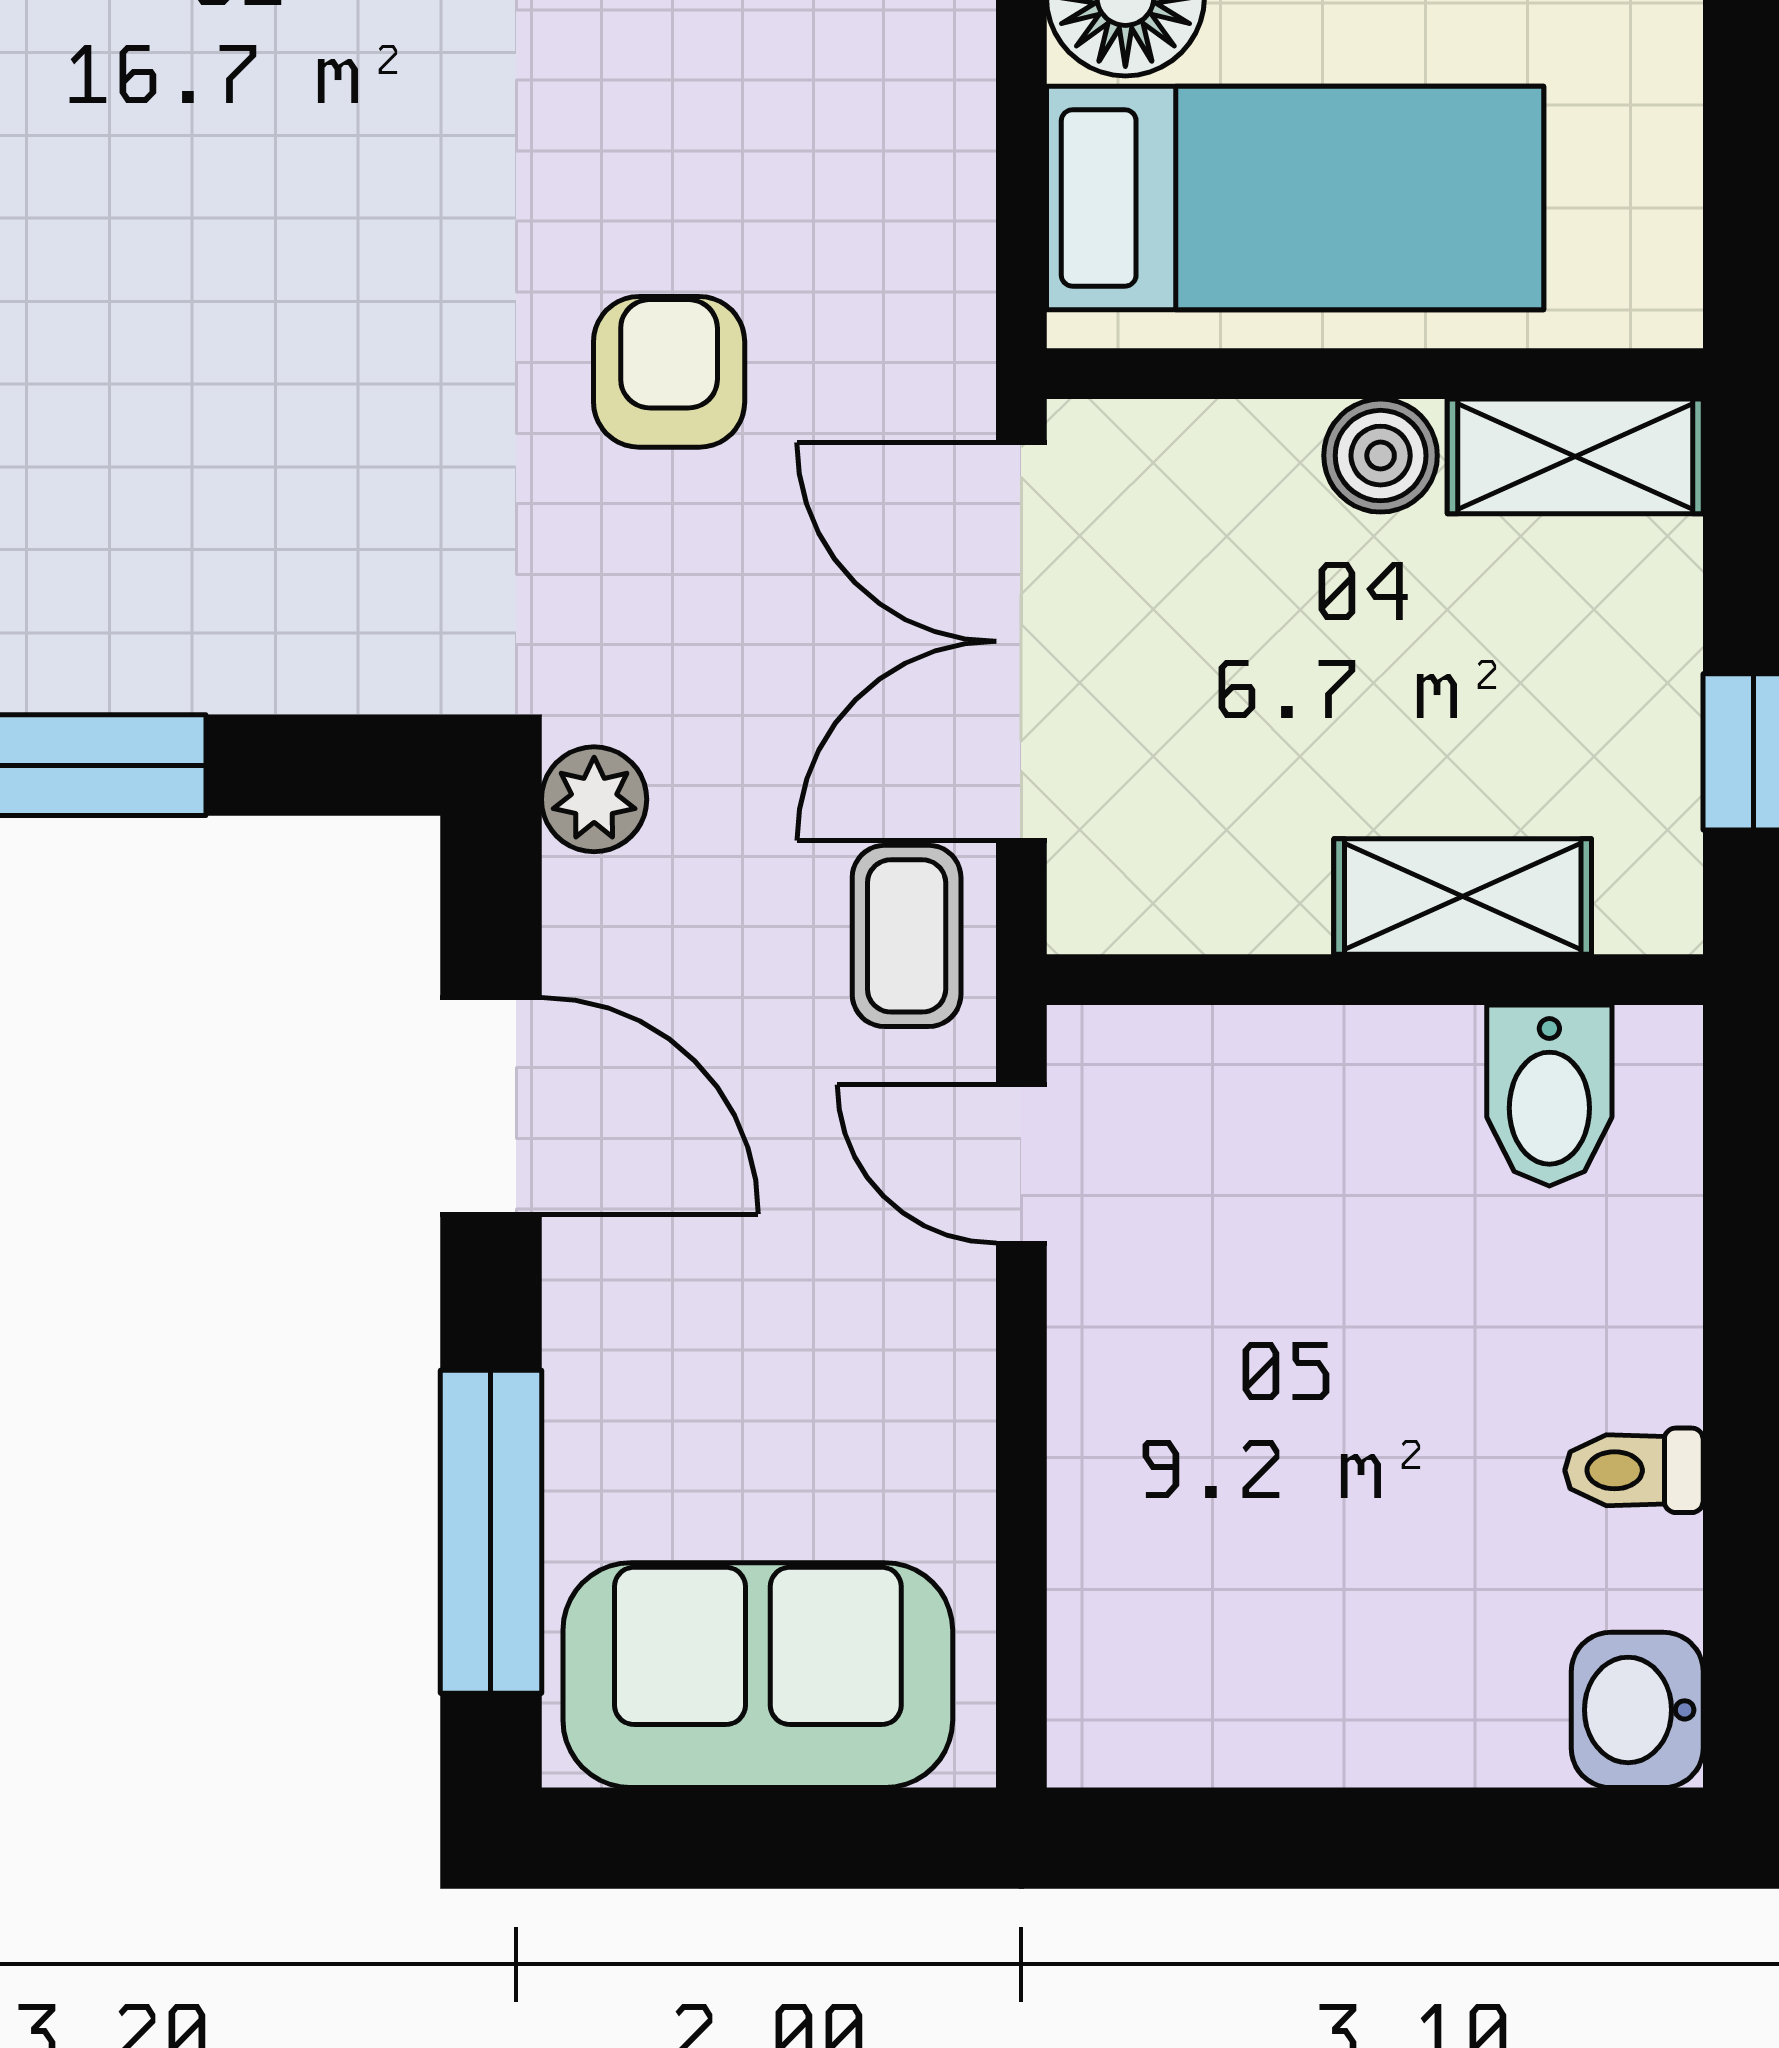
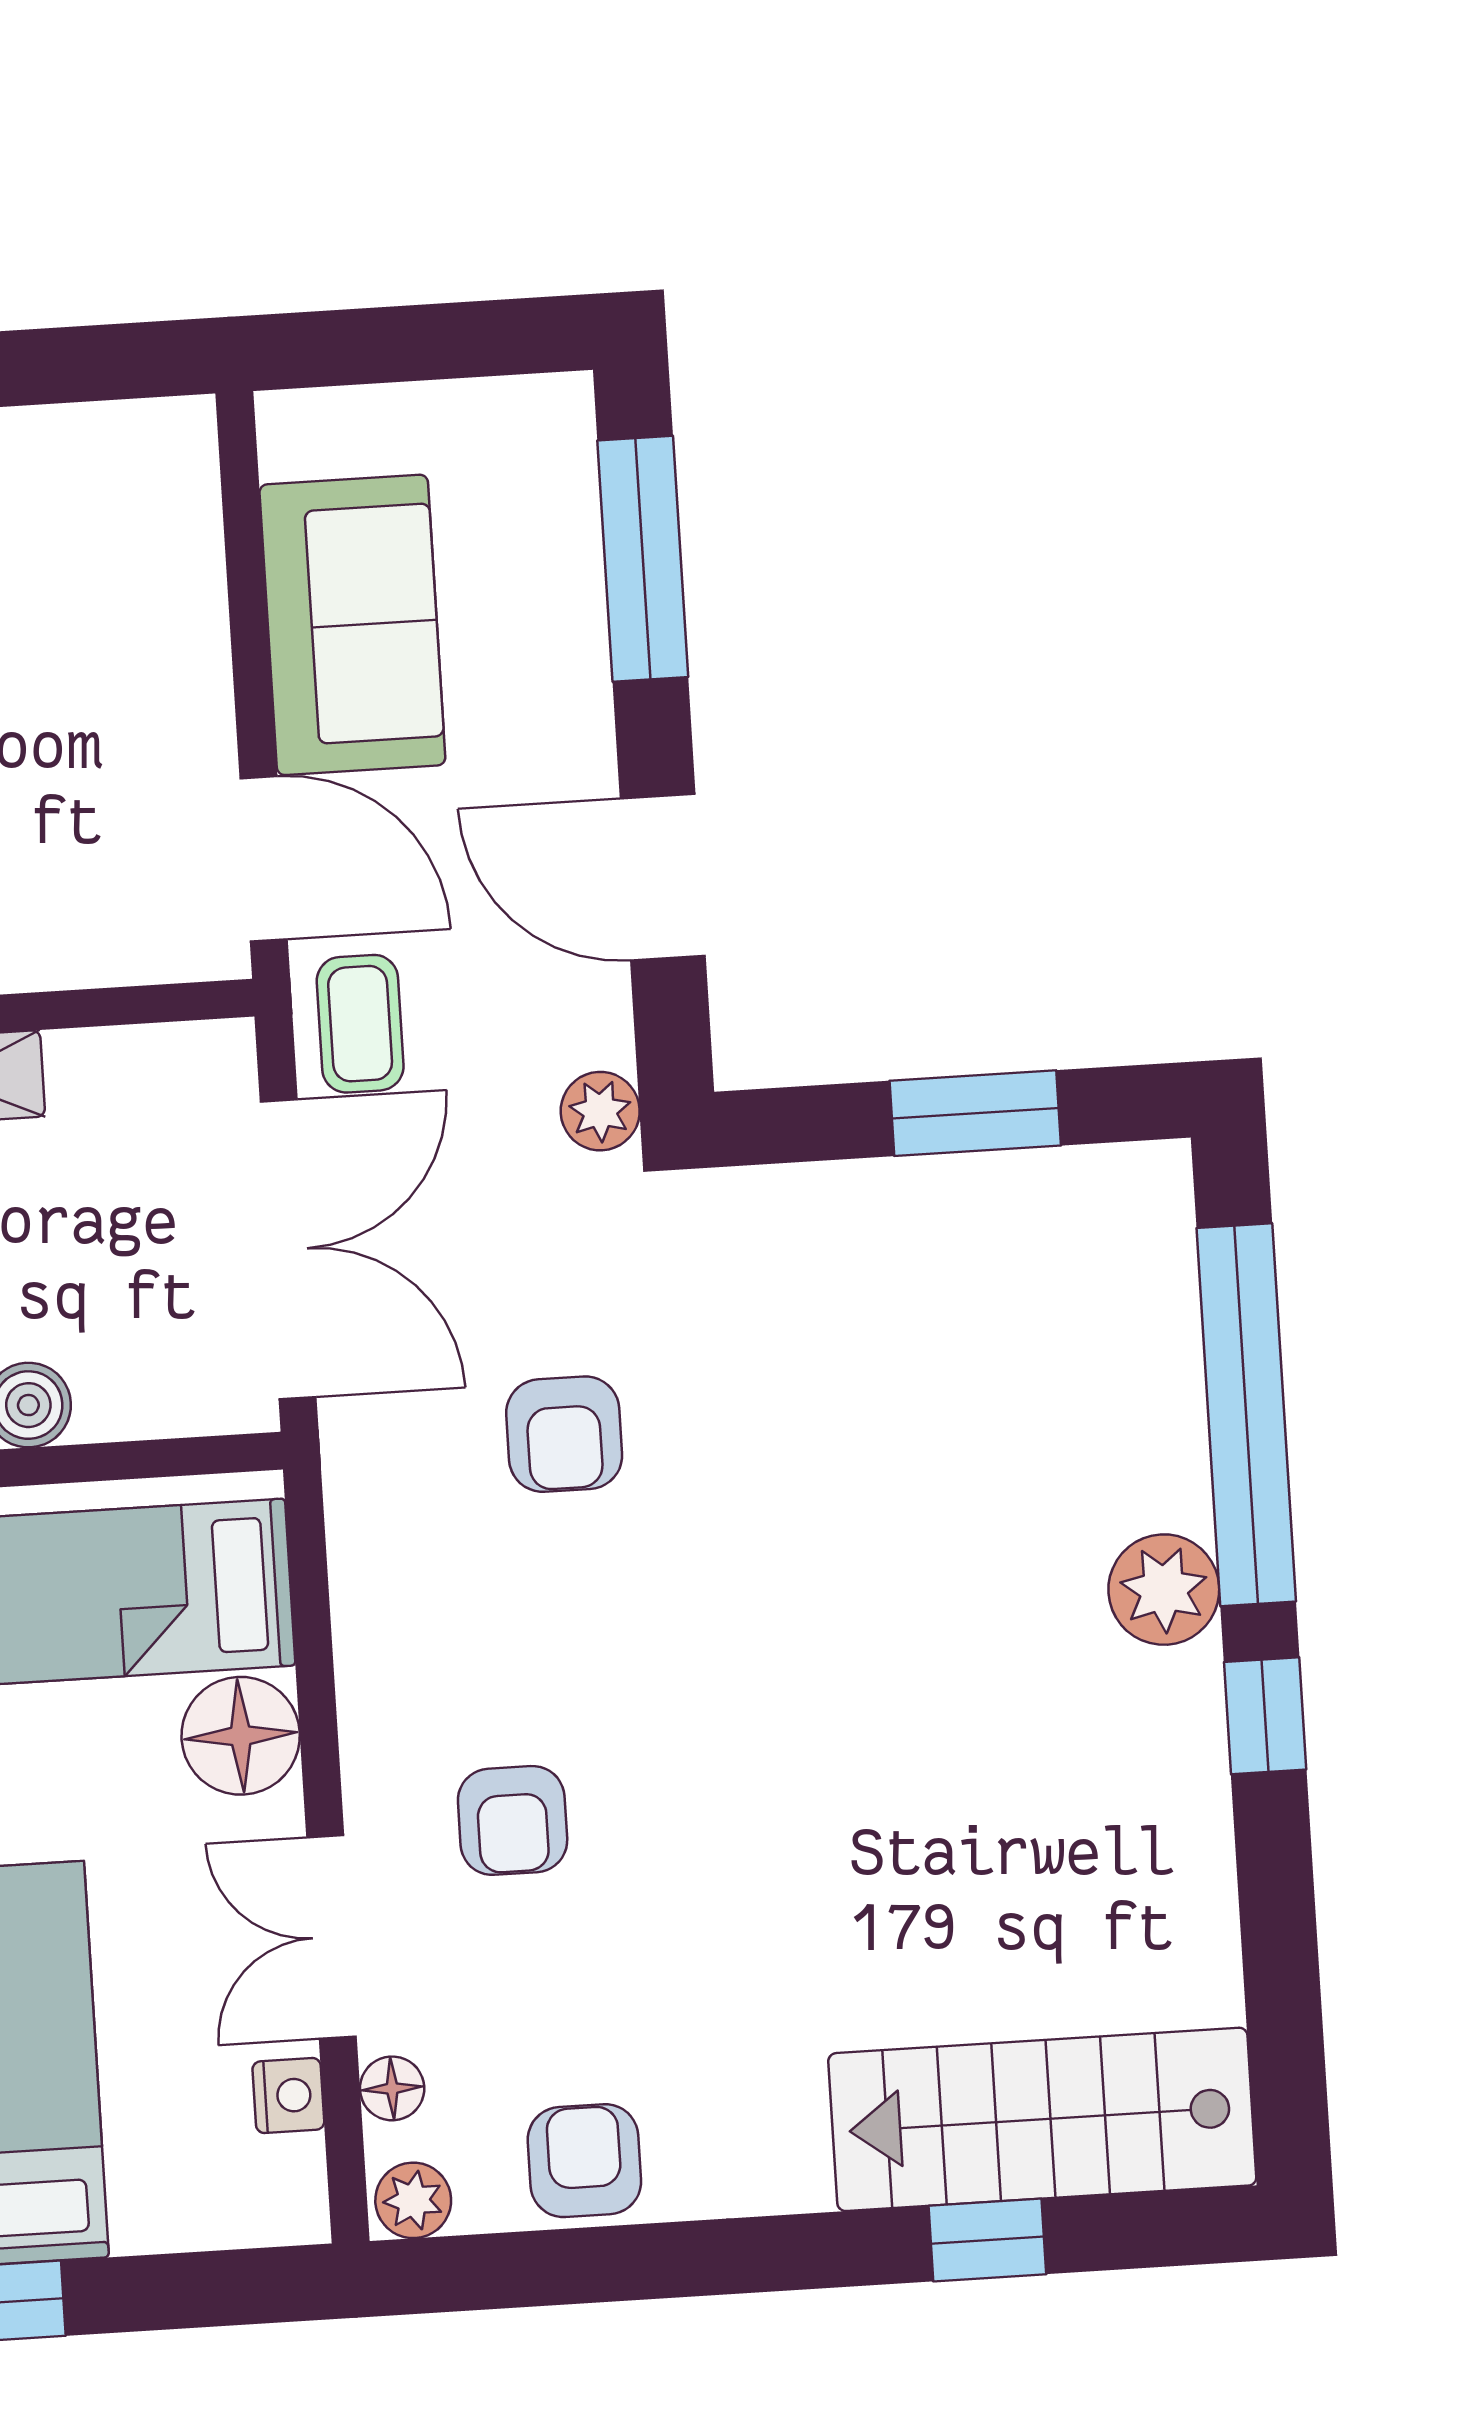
door: (1021, 1164) -> (264, 859), width x1.38
sofa: (758, 1675) -> (352, 625), moved, turned -90

